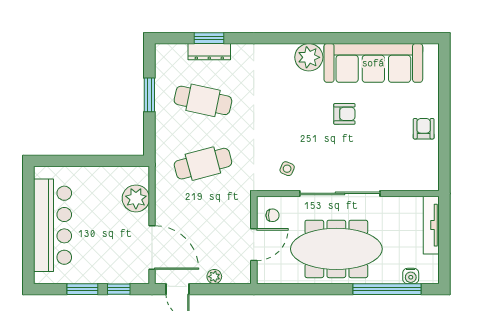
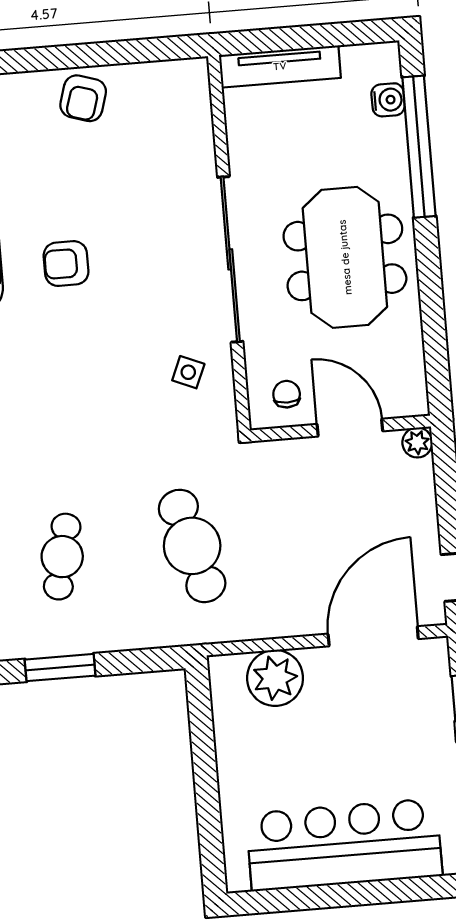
cafe table: (203, 100) -> (62, 557), width x0.73, depth x0.74
armchair: (344, 114) -> (66, 264), turned -90
armchair: (424, 129) -> (83, 98), turned -73
meeting table: (336, 249) -> (345, 257), width x0.73
plant: (214, 277) -> (417, 443), moved

